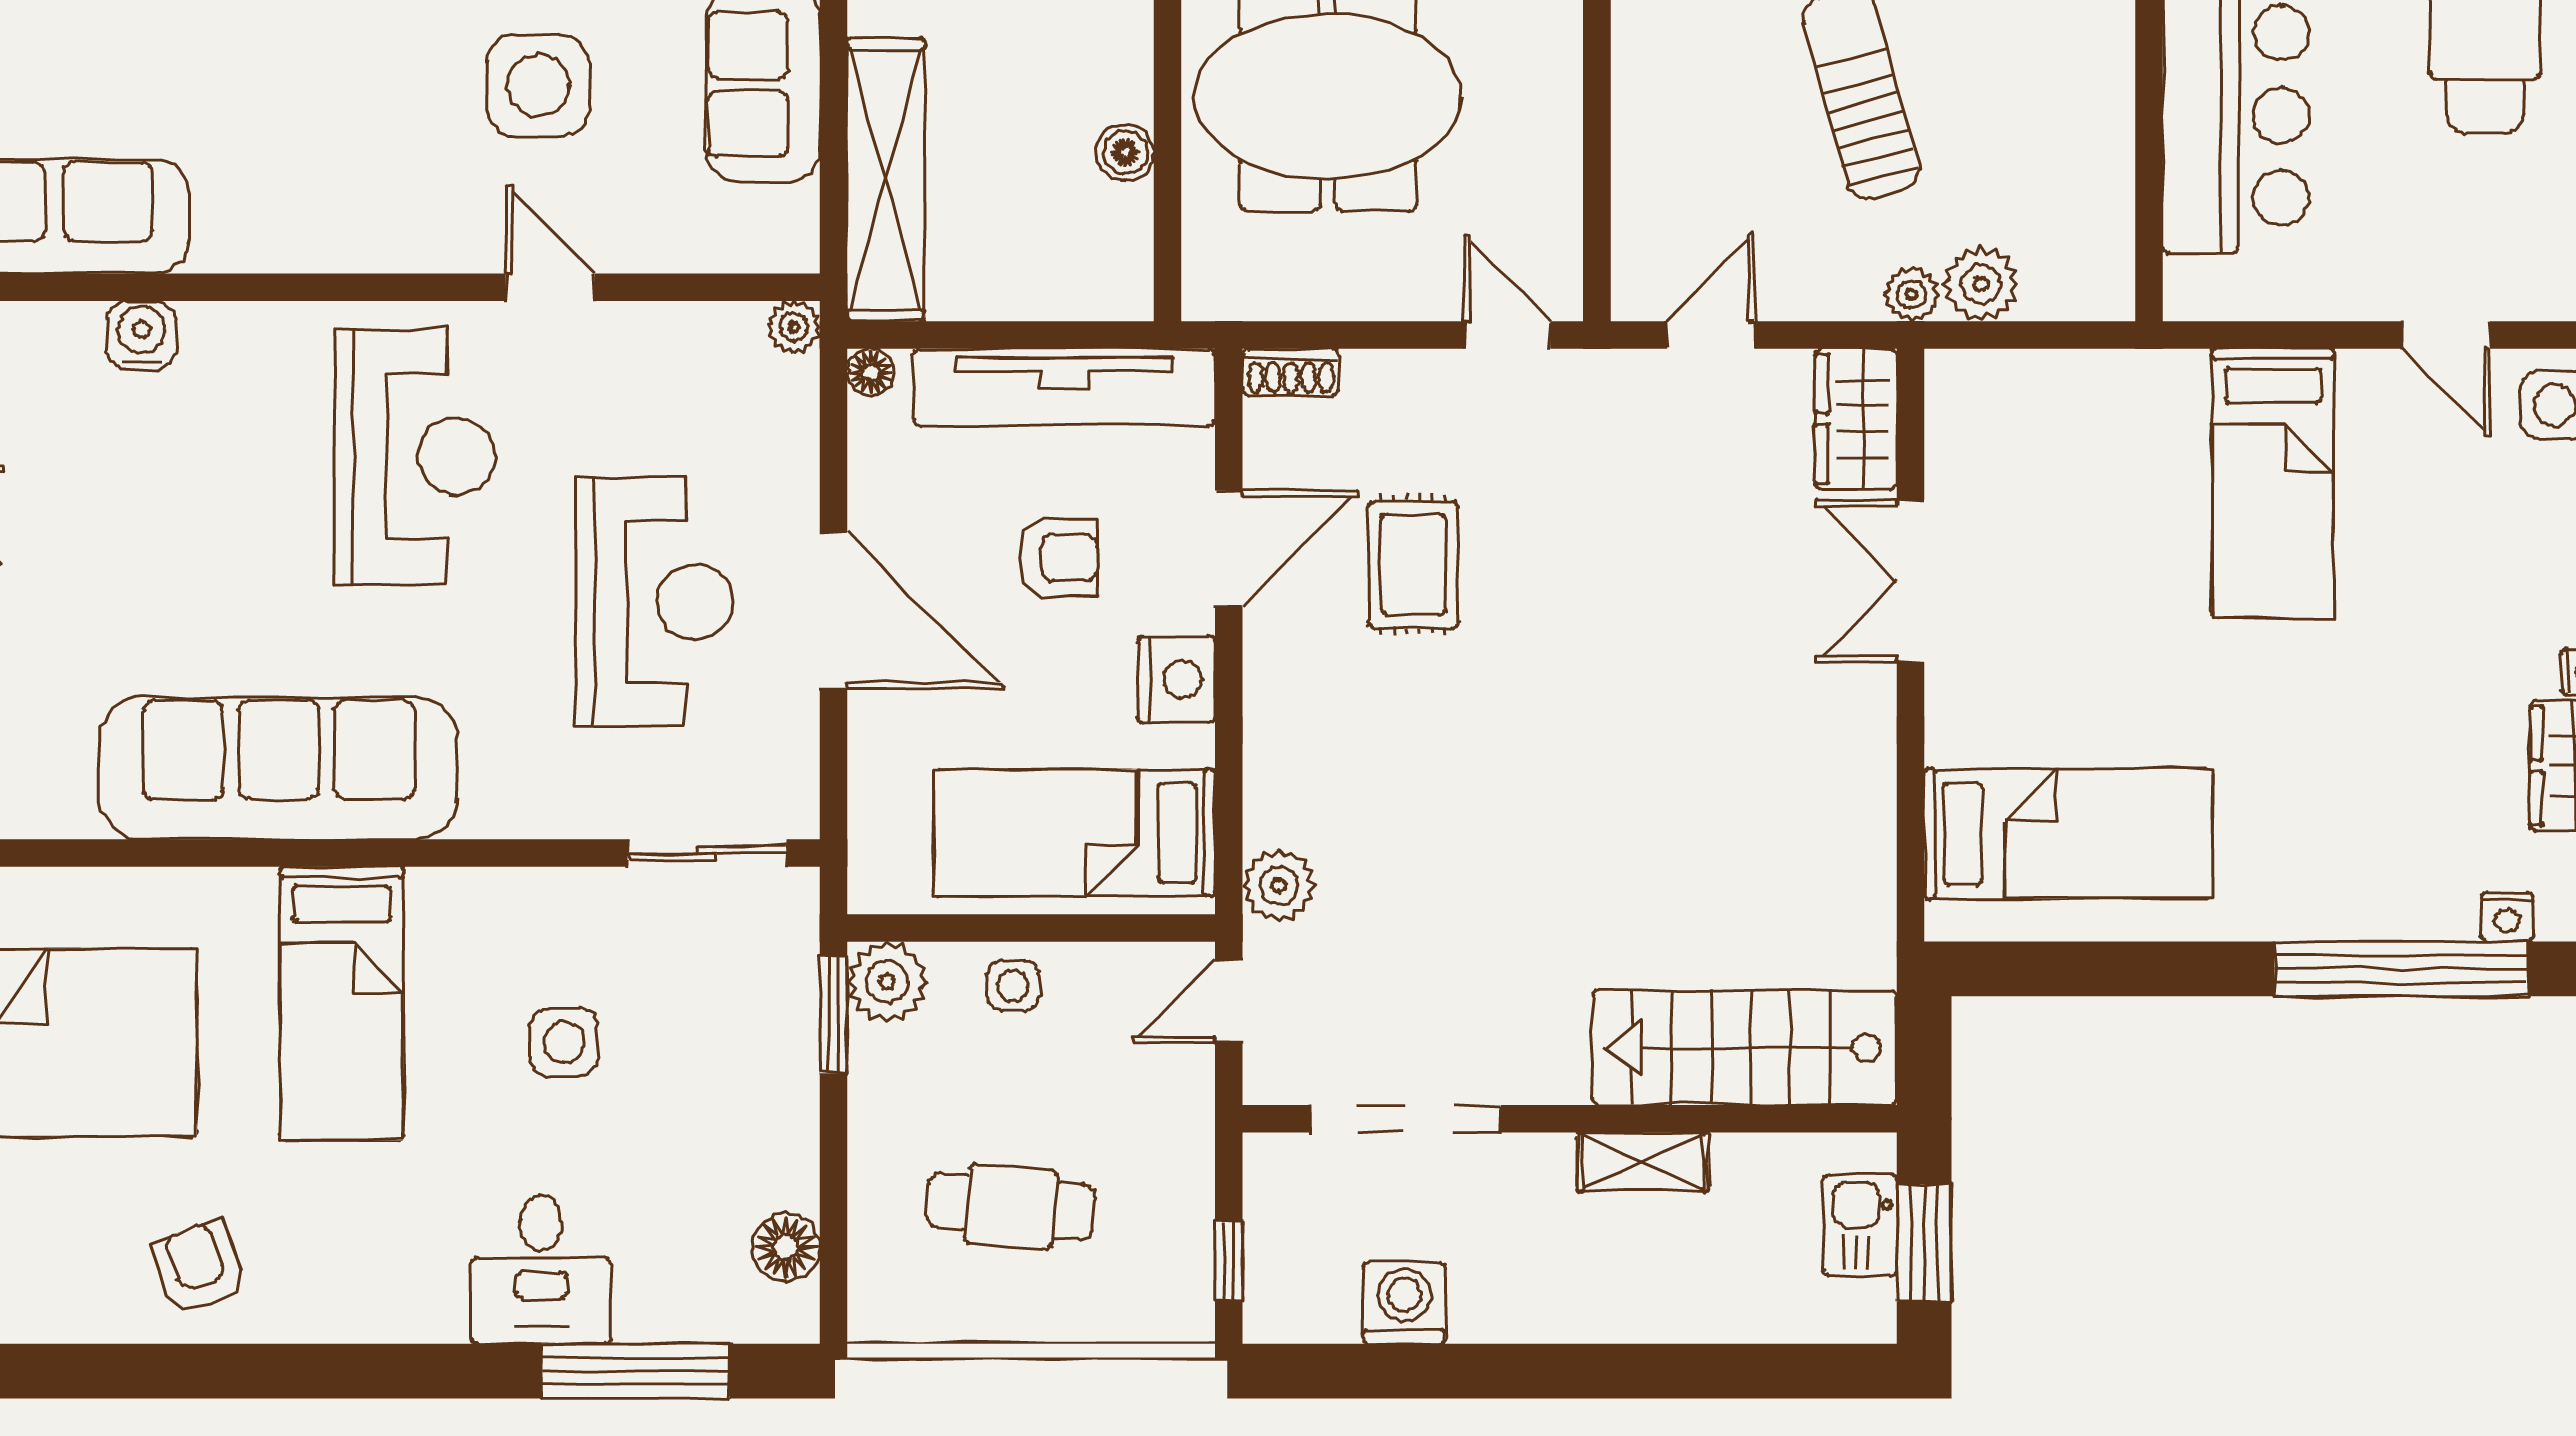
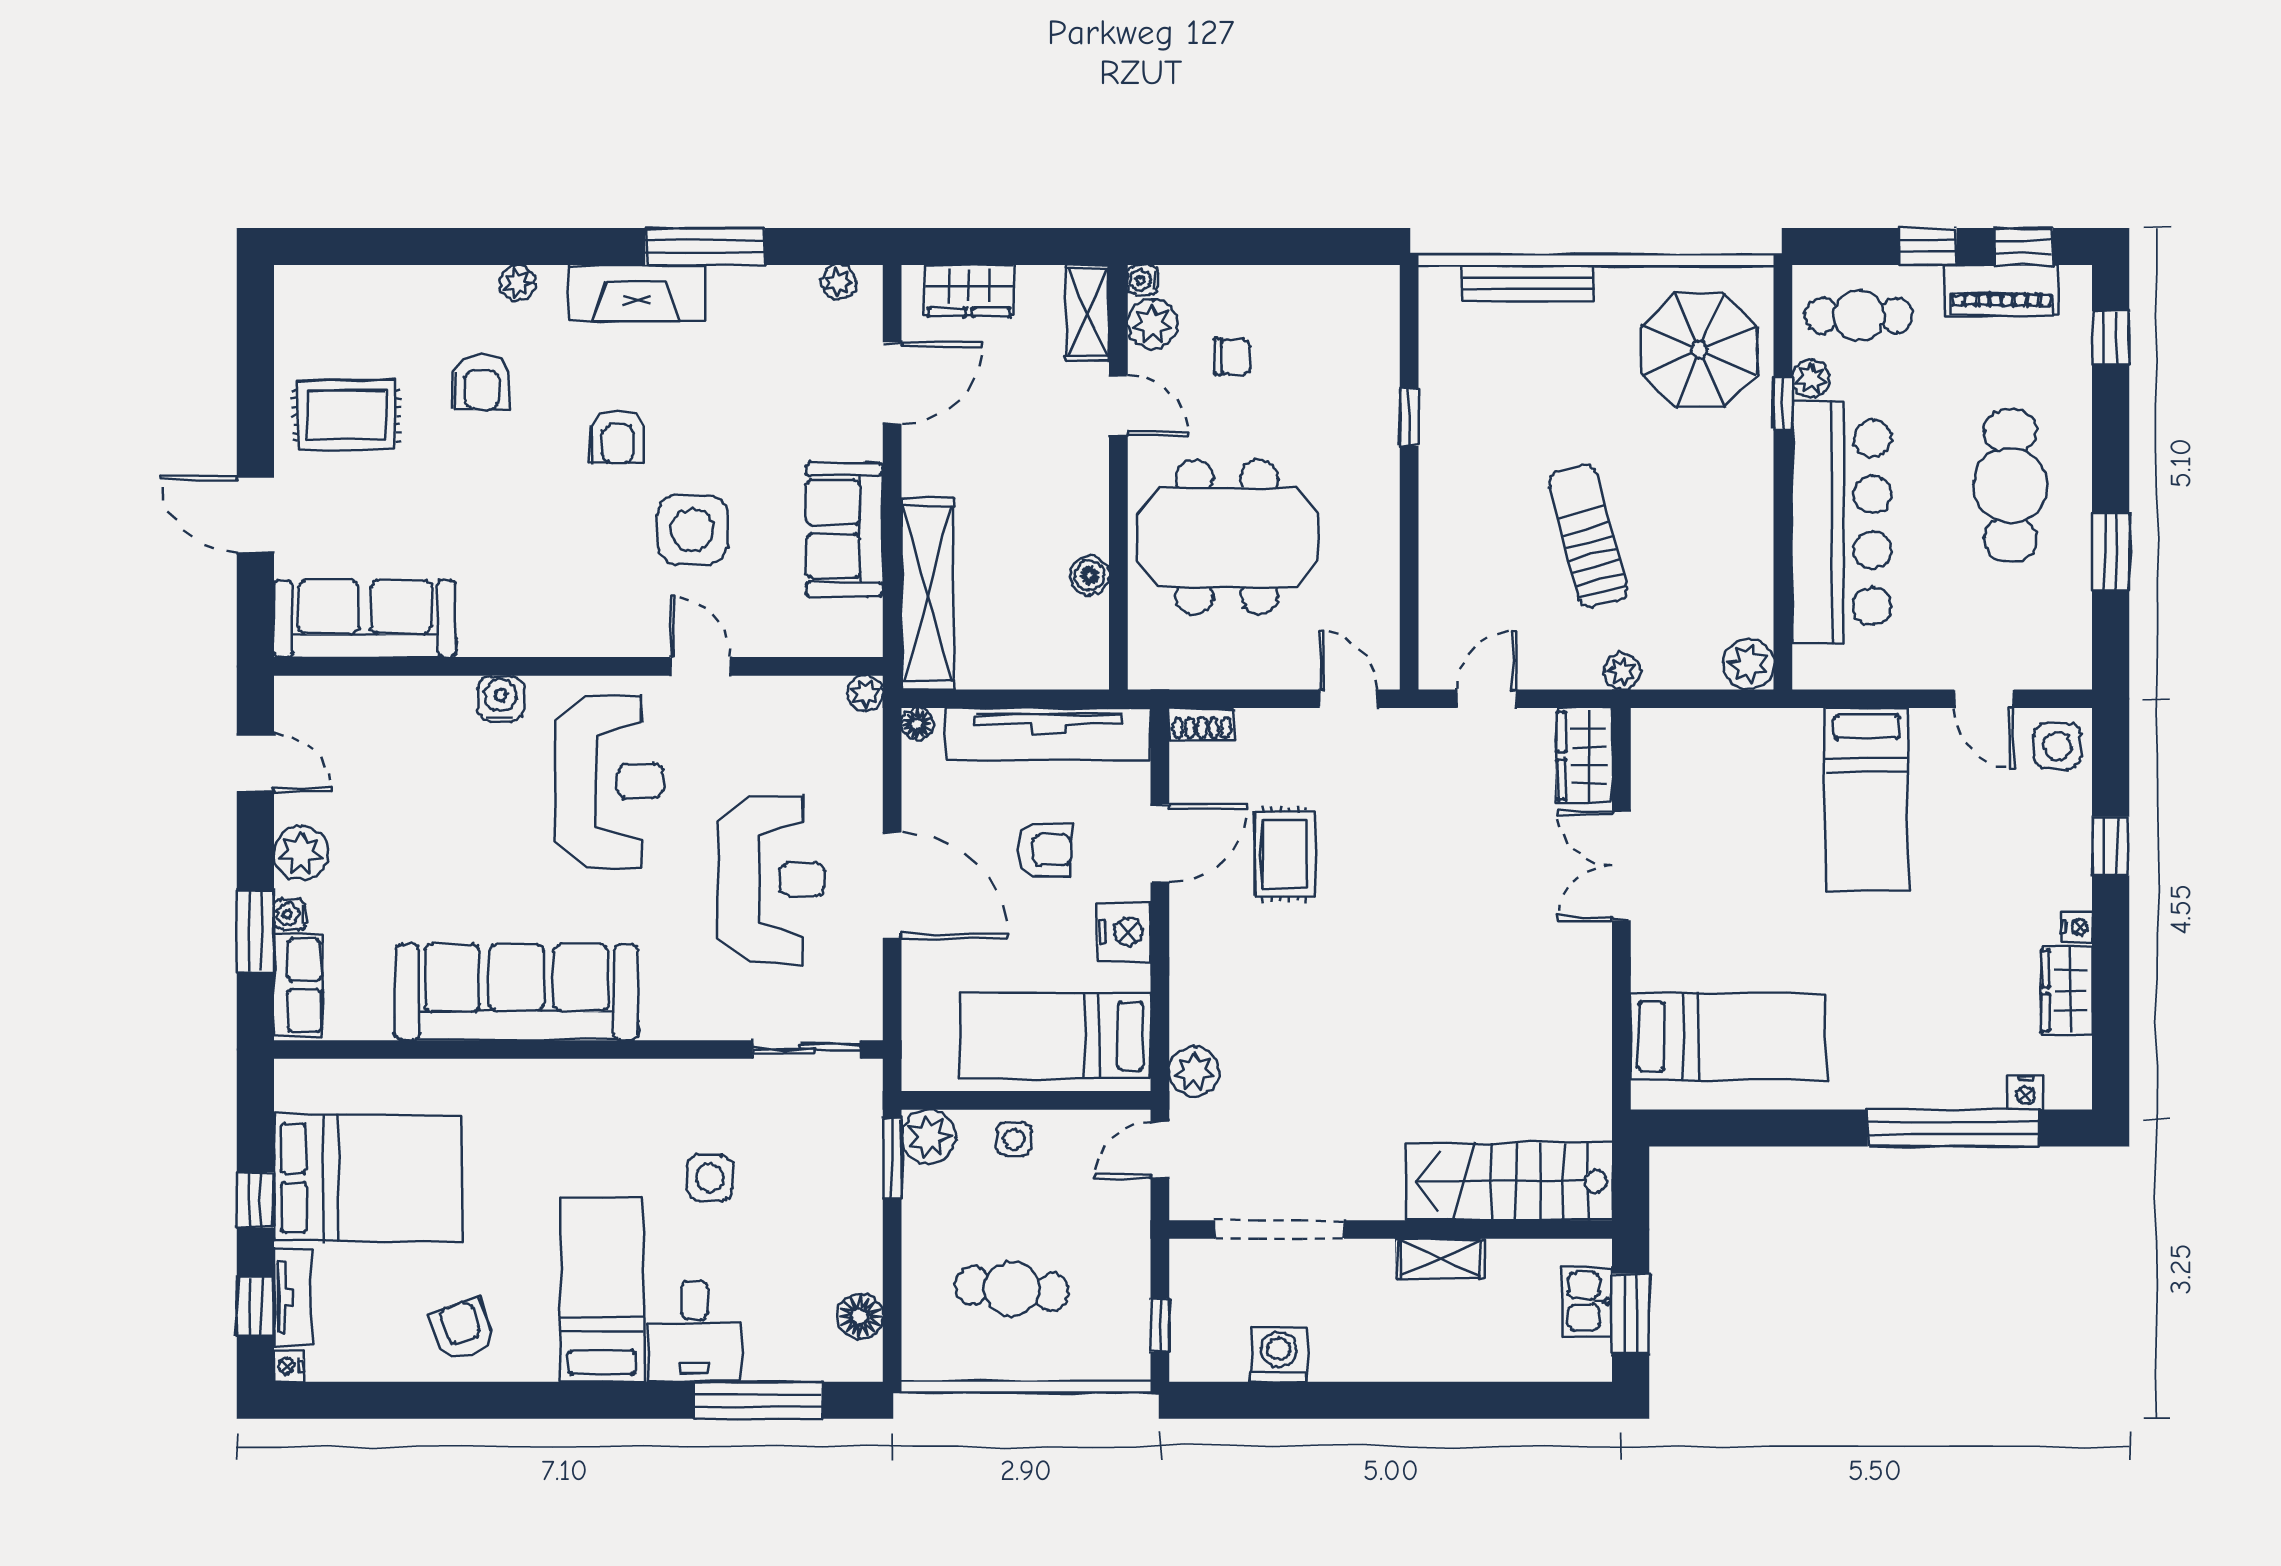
plant: (1981, 284) -> (1749, 664), moved
water cooler: (141, 335) -> (500, 699), moved
bed: (342, 1003) -> (602, 1289), moved, turned 180

